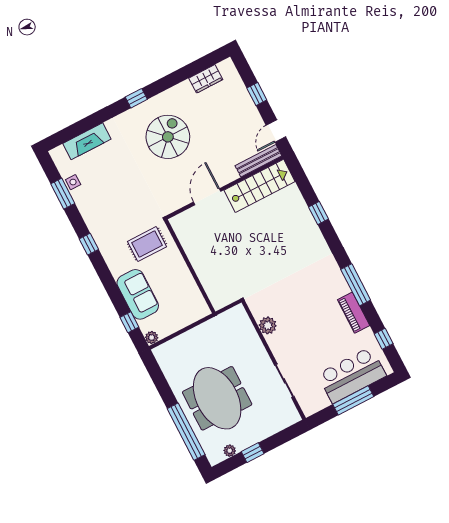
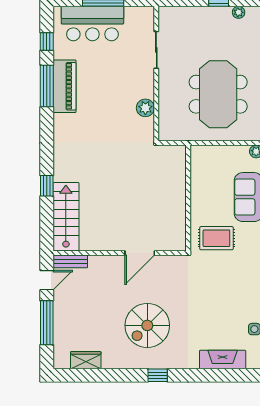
window: (257, 94) -> (47, 323), width x2.17
bench: (258, 161) -> (70, 261), width x0.73
stairs: (260, 186) -> (66, 217), moved, turned 90
window: (356, 285) -> (47, 86), moved
piano: (354, 313) -> (64, 86), width x1.37, depth x1.33
meeting table: (217, 398) -> (218, 94), moved

